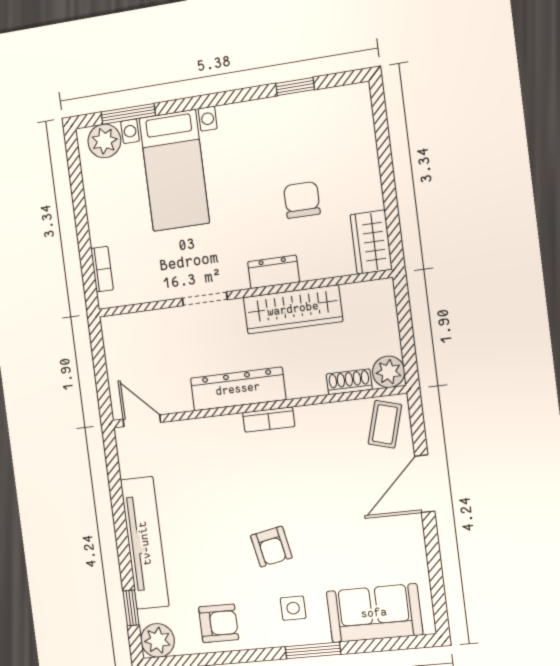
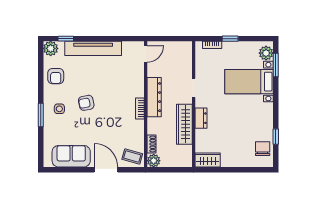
chair: (302, 200) -> (263, 149), moved, turned -90
window: (83, 230) -> (230, 39), added
sofa: (374, 613) -> (71, 156), moved, turned -90

